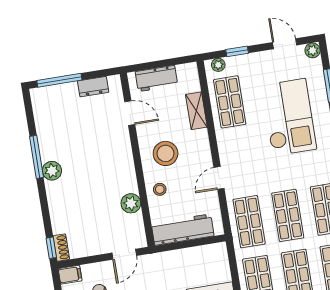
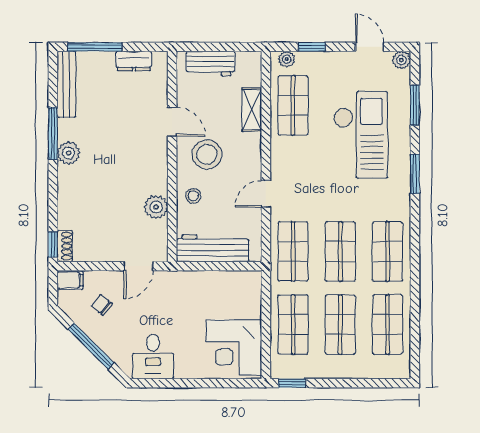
door: (130, 113) -> (172, 122), moved
bench: (41, 115) -> (66, 84), added

